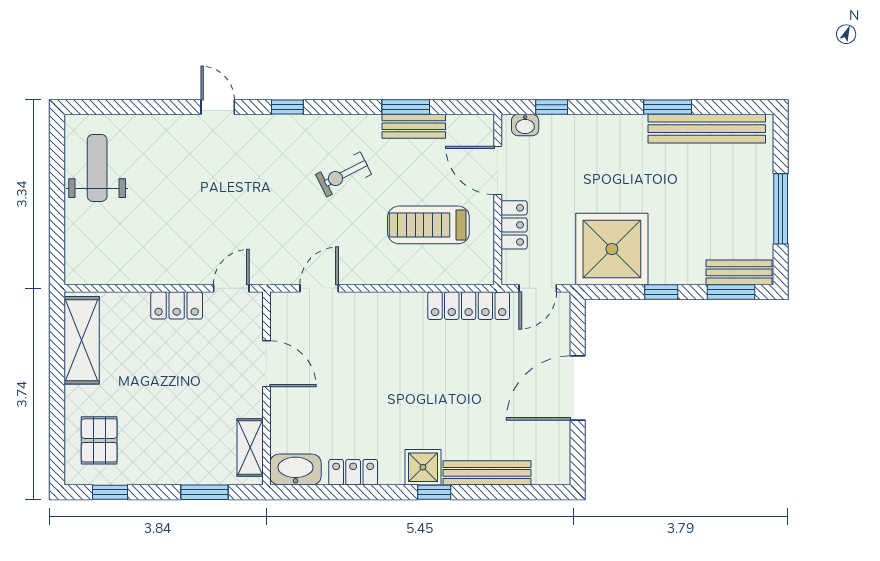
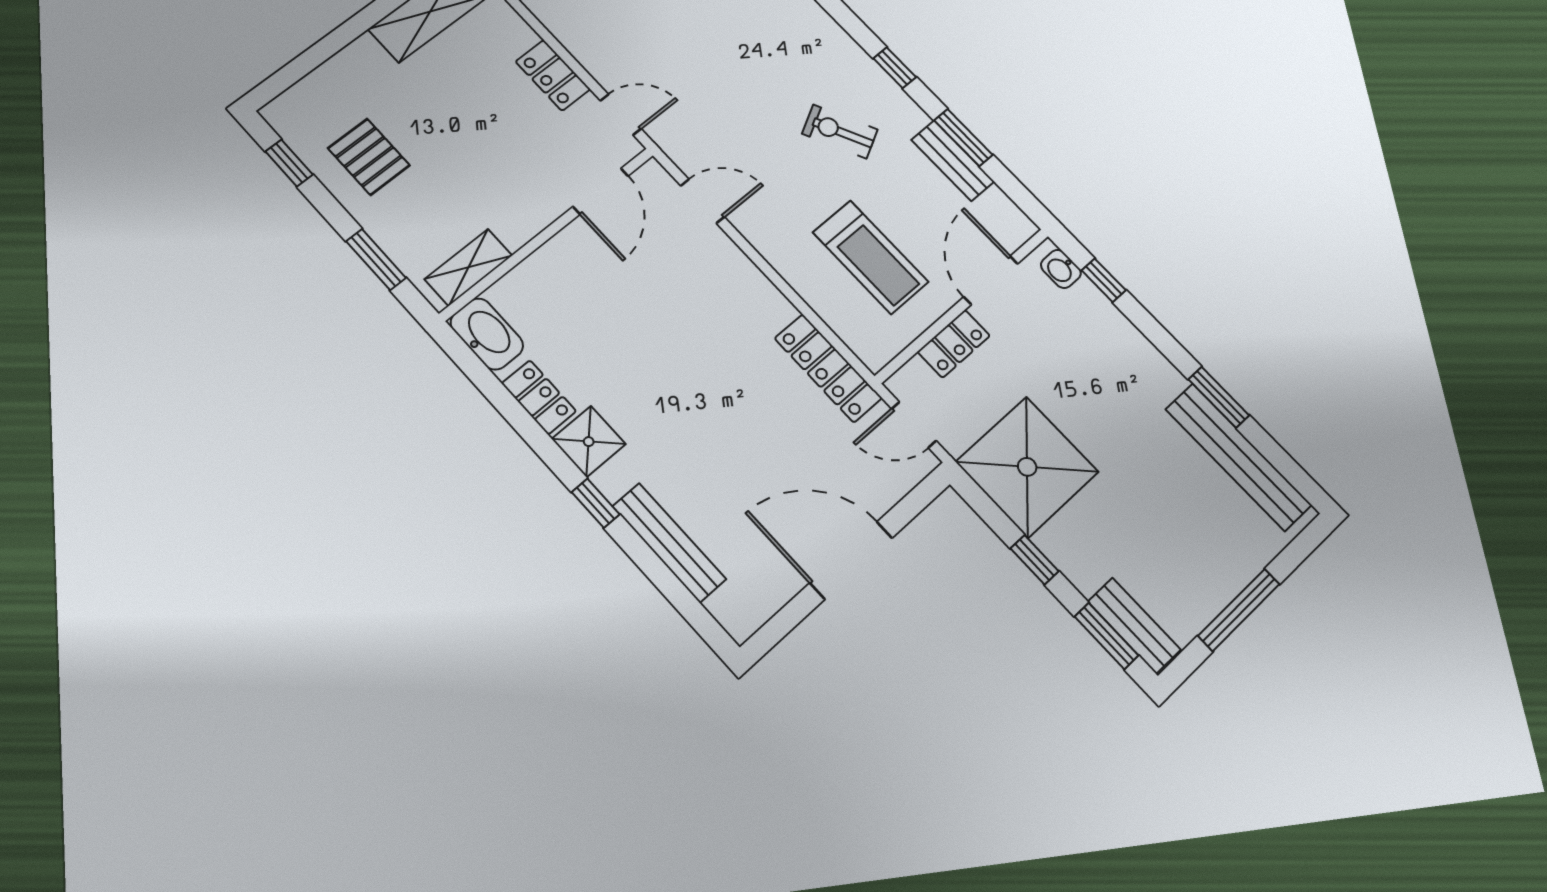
window: (287, 107) -> (895, 68), moved
treadmill: (428, 225) -> (871, 257), turned 180
door: (267, 364) -> (601, 191), moved
pallet: (99, 440) -> (369, 157), moved, turned 90
shower: (423, 467) -> (589, 442), moved

